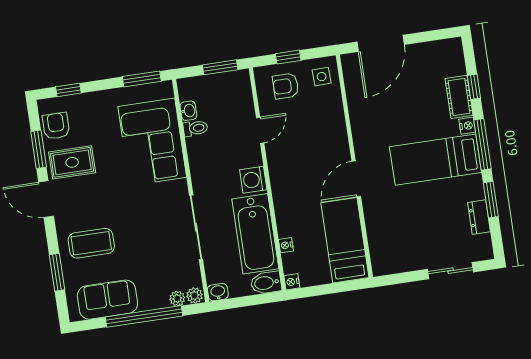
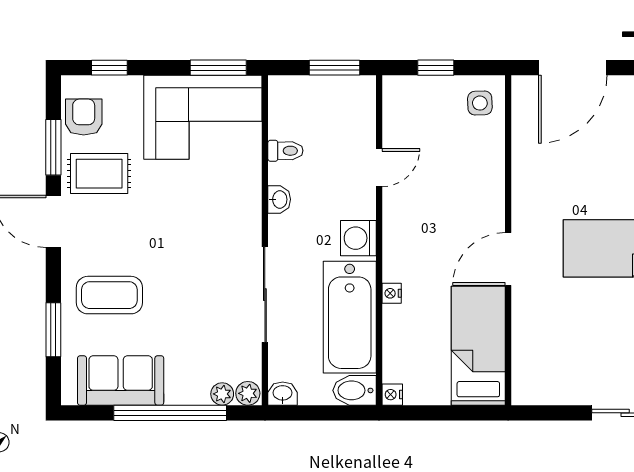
armchair: (286, 86) -> (426, 109), removed
washbasin: (188, 111) -> (279, 199), moved
corner sofa: (152, 142) -> (203, 117), moved, turned -90
nightstand: (286, 245) -> (392, 293), moved

